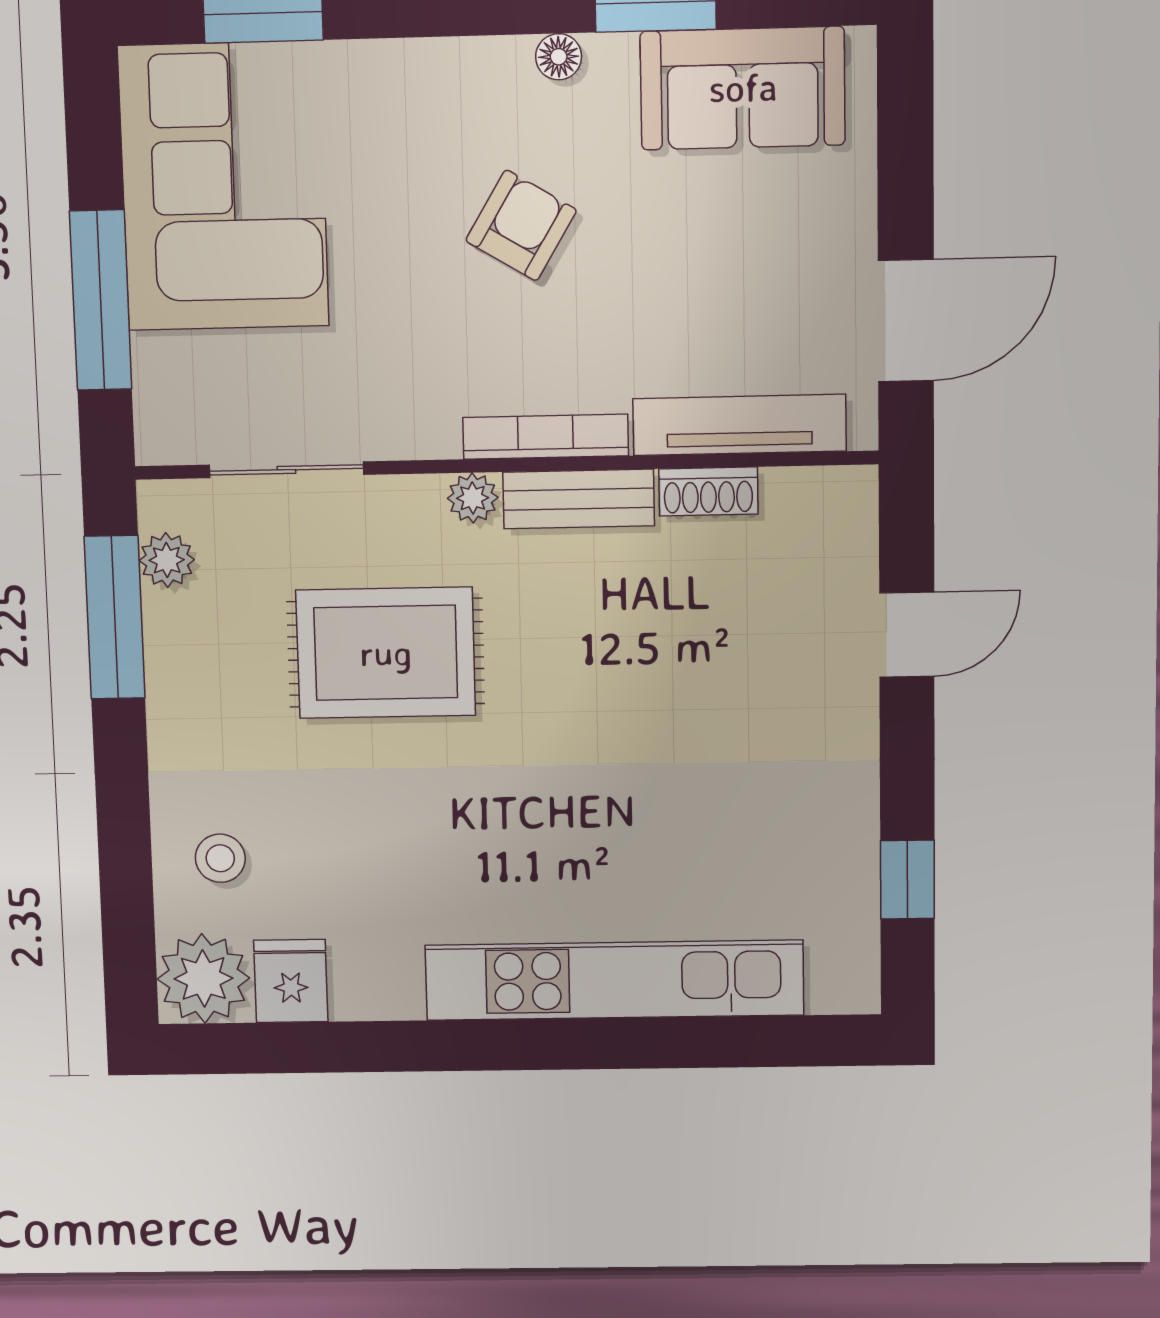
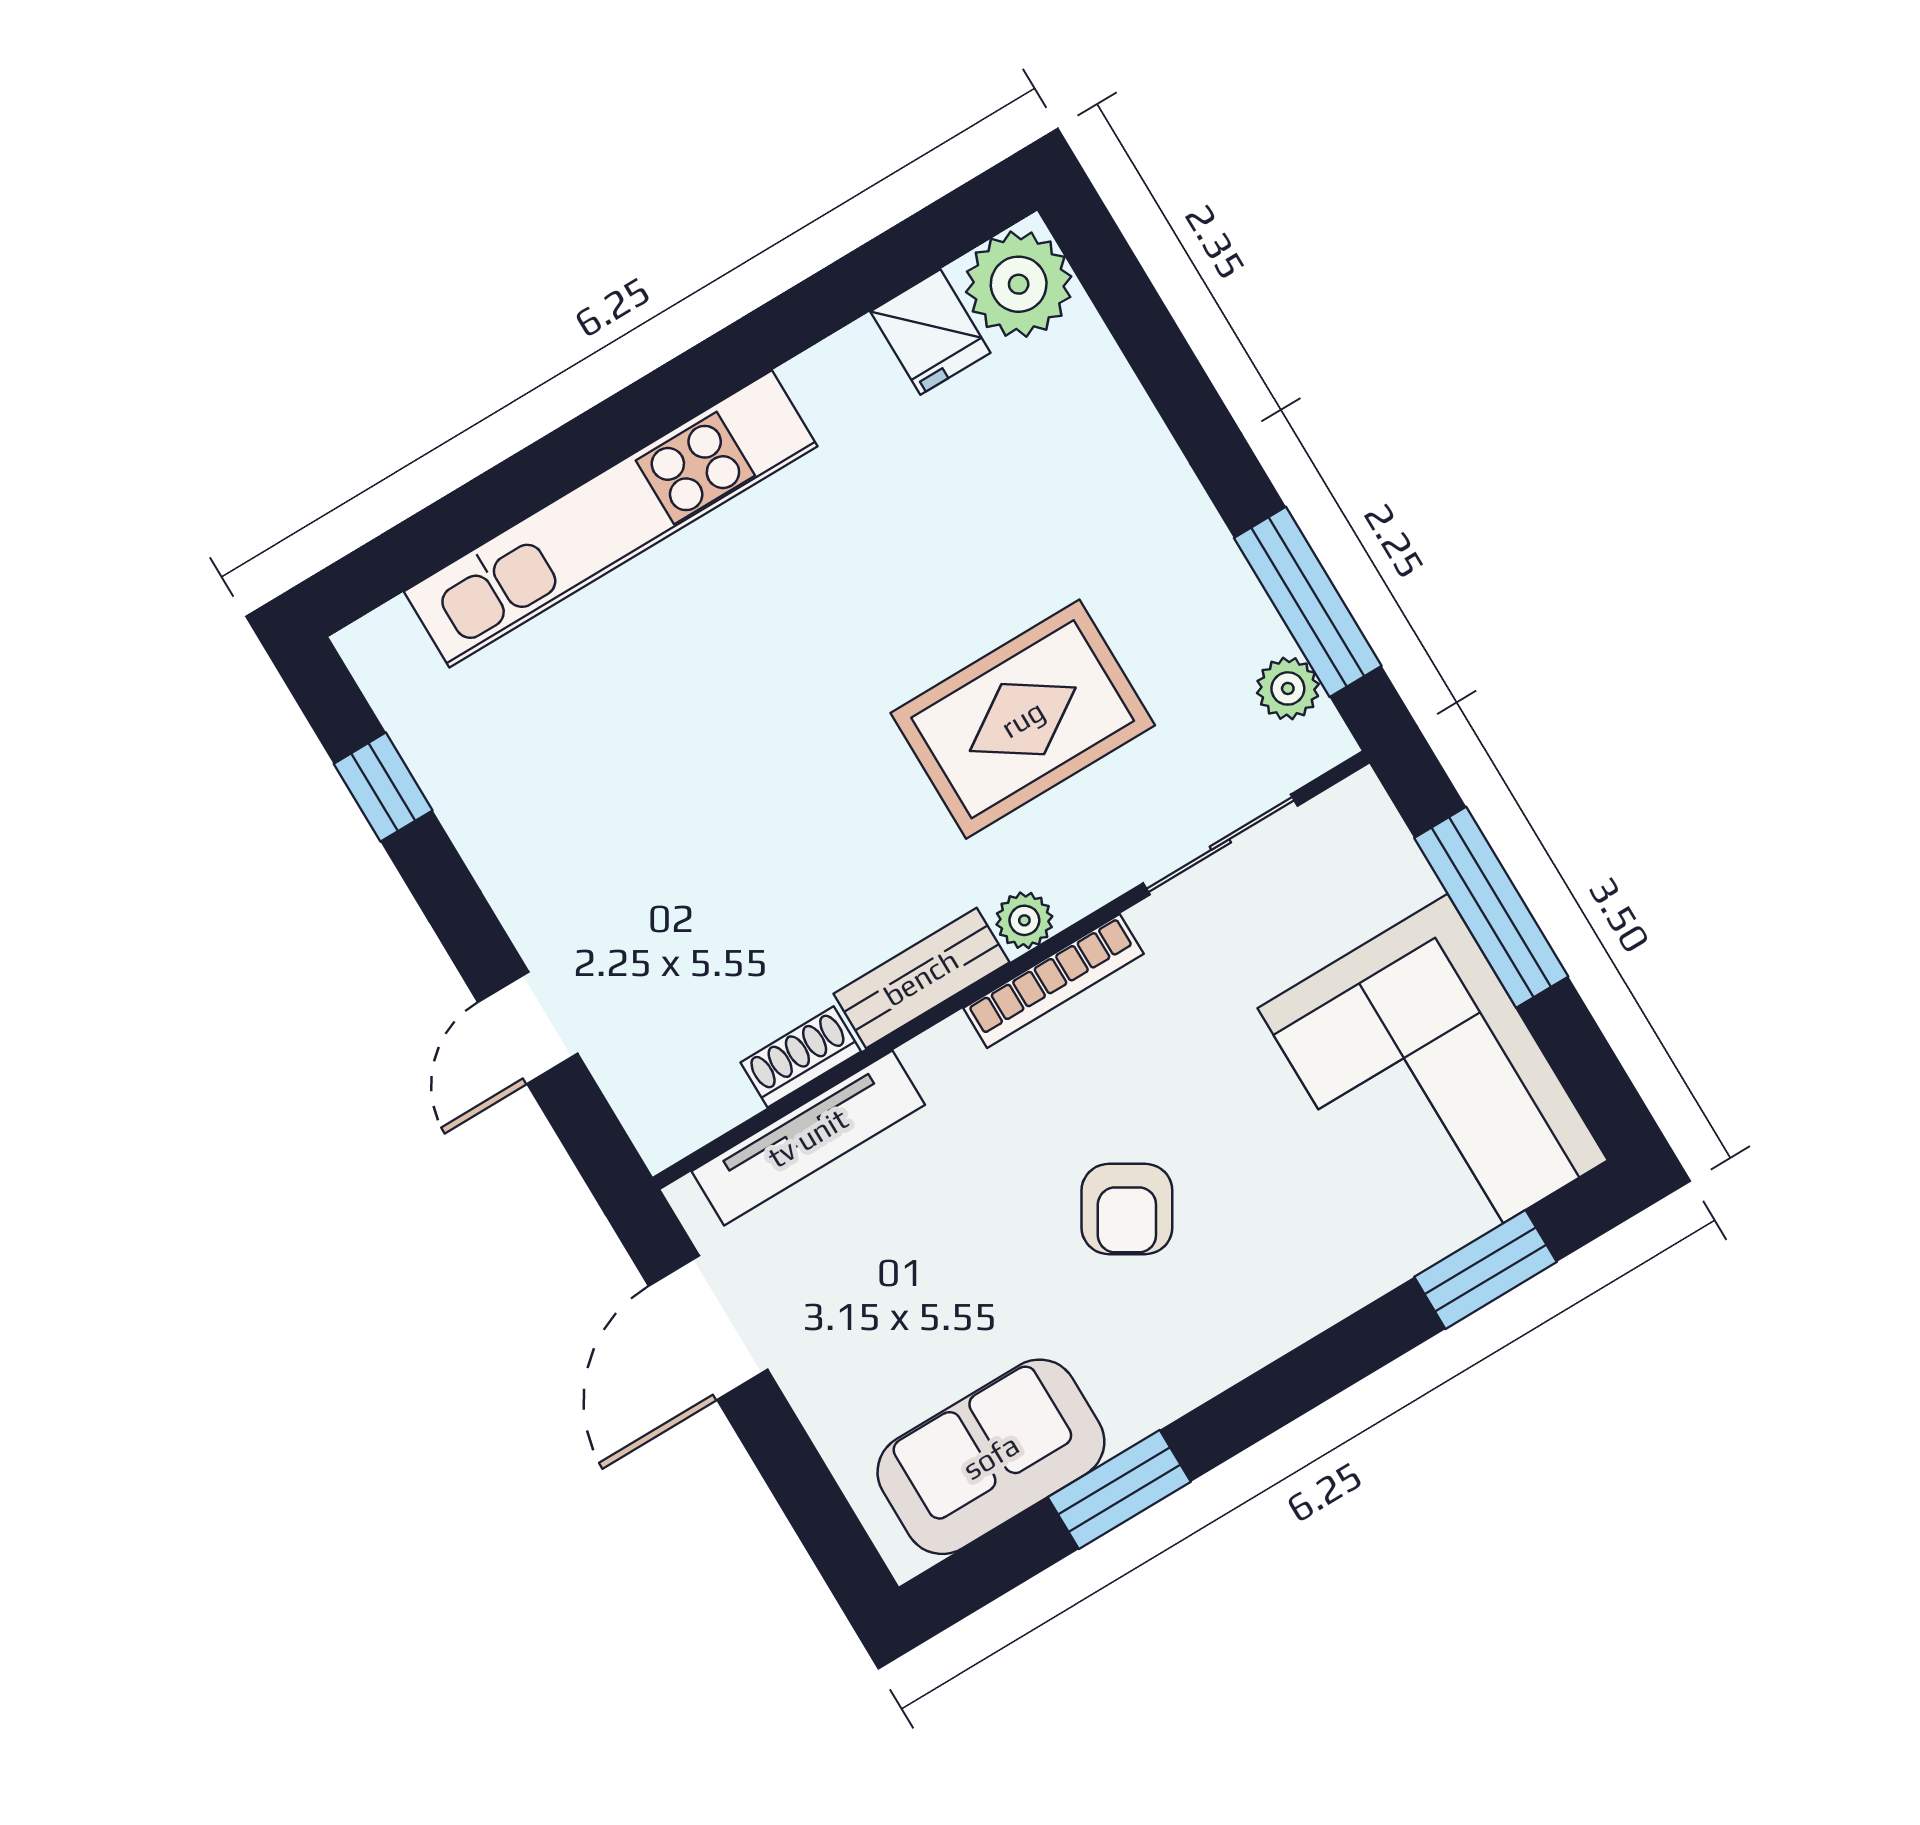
floor lamp: (559, 57) -> (1182, 1388), removed
bookcase: (546, 437) -> (1053, 981), moved
stool: (220, 858) -> (1070, 418), removed

